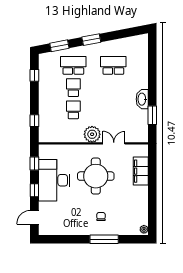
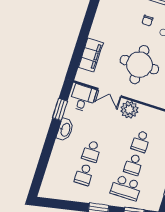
school desk: (113, 65) -> (84, 175), width x0.54
school desk: (113, 88) -> (91, 151), added
desk: (136, 131) -> (83, 98), added

